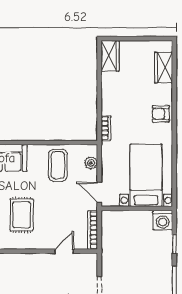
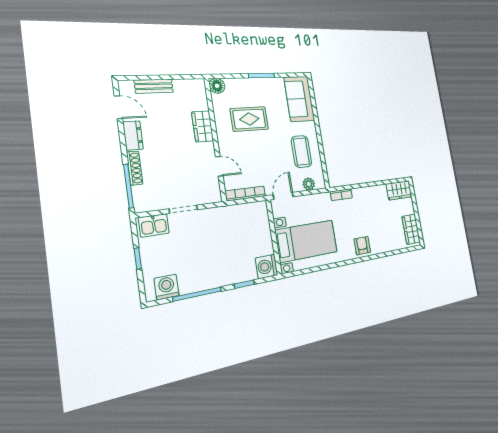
wardrobe: (164, 68) -> (411, 229), moved, turned -90
coffee table: (58, 165) -> (301, 152), turned 90
wardrobe: (26, 261) -> (203, 126), added

